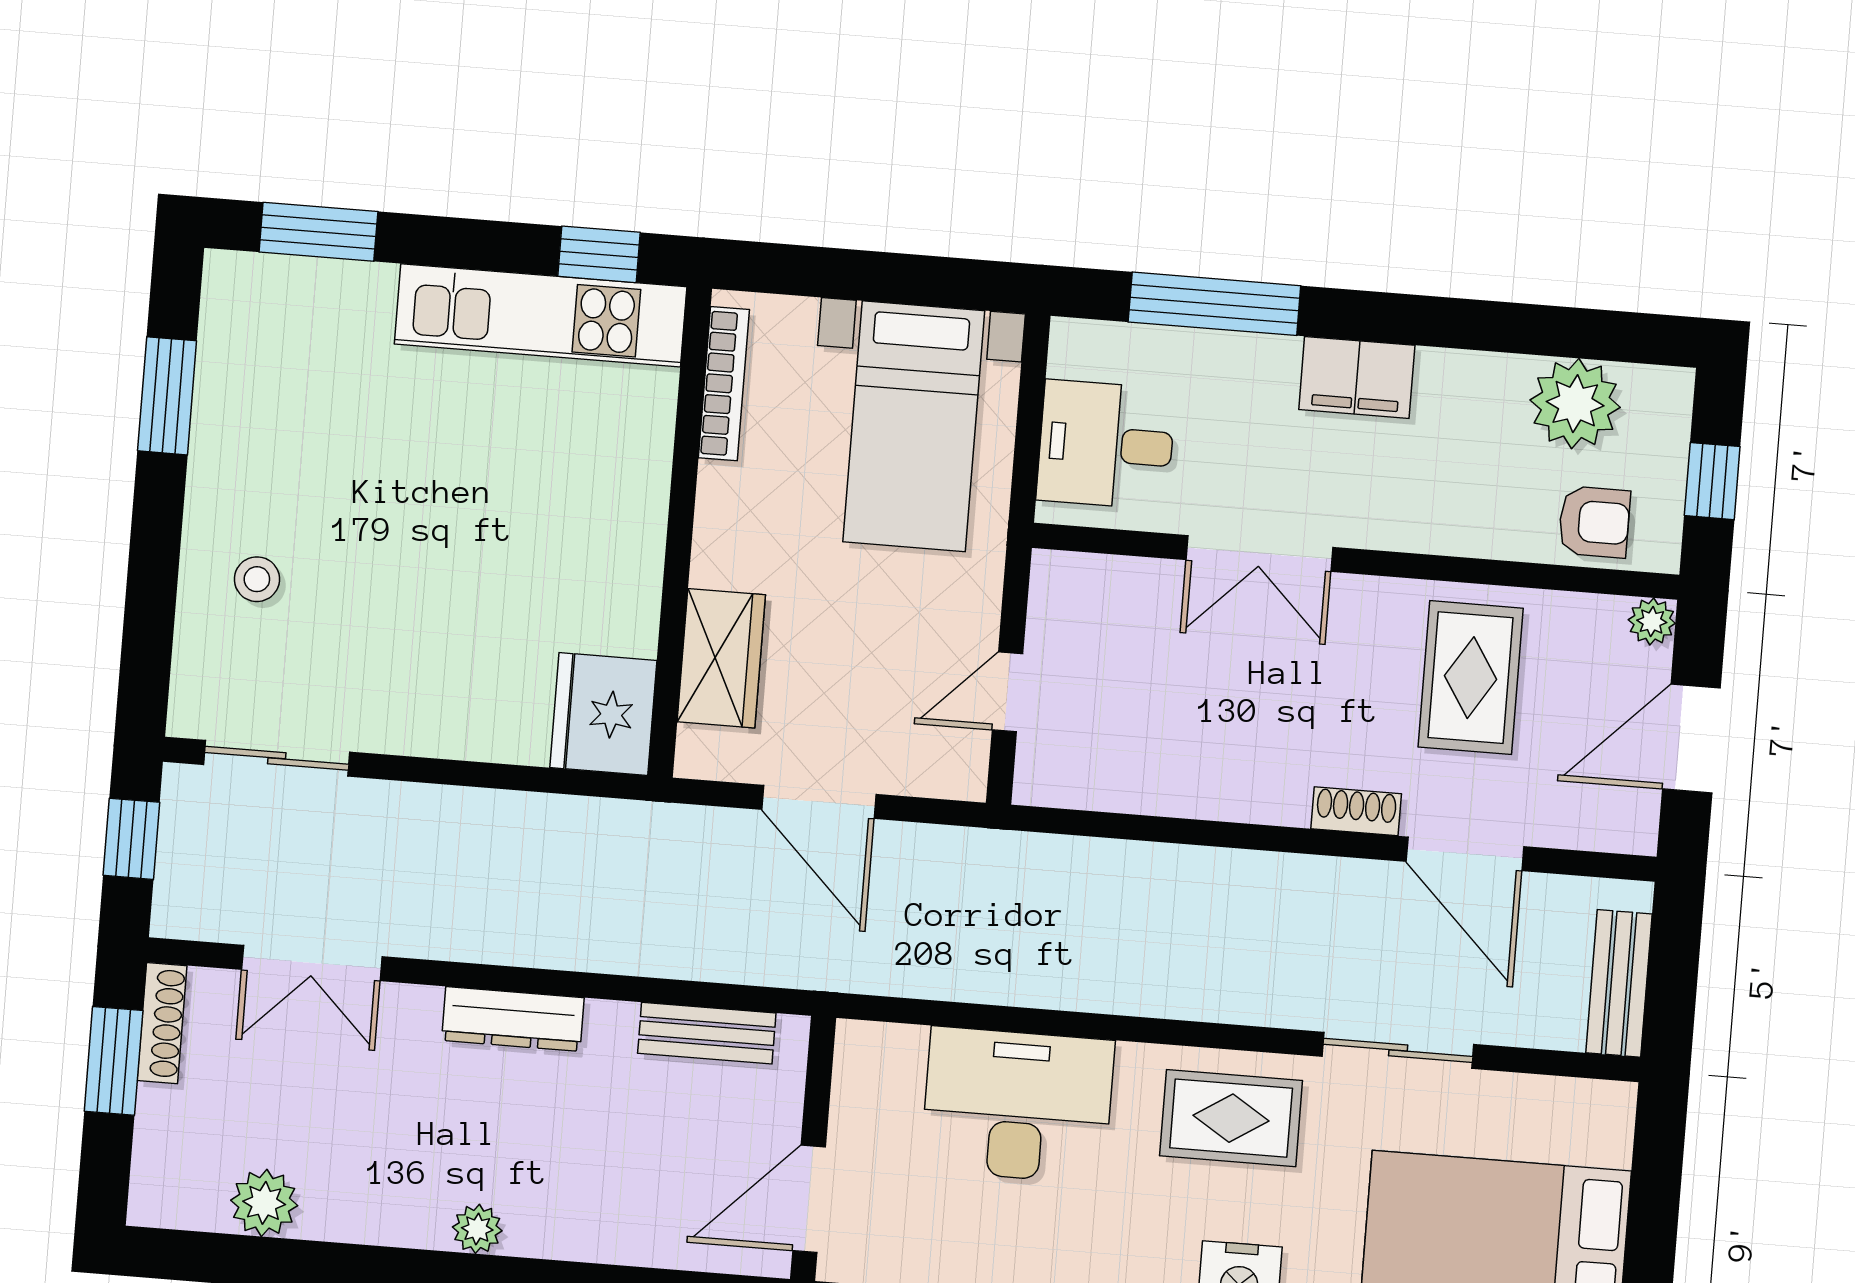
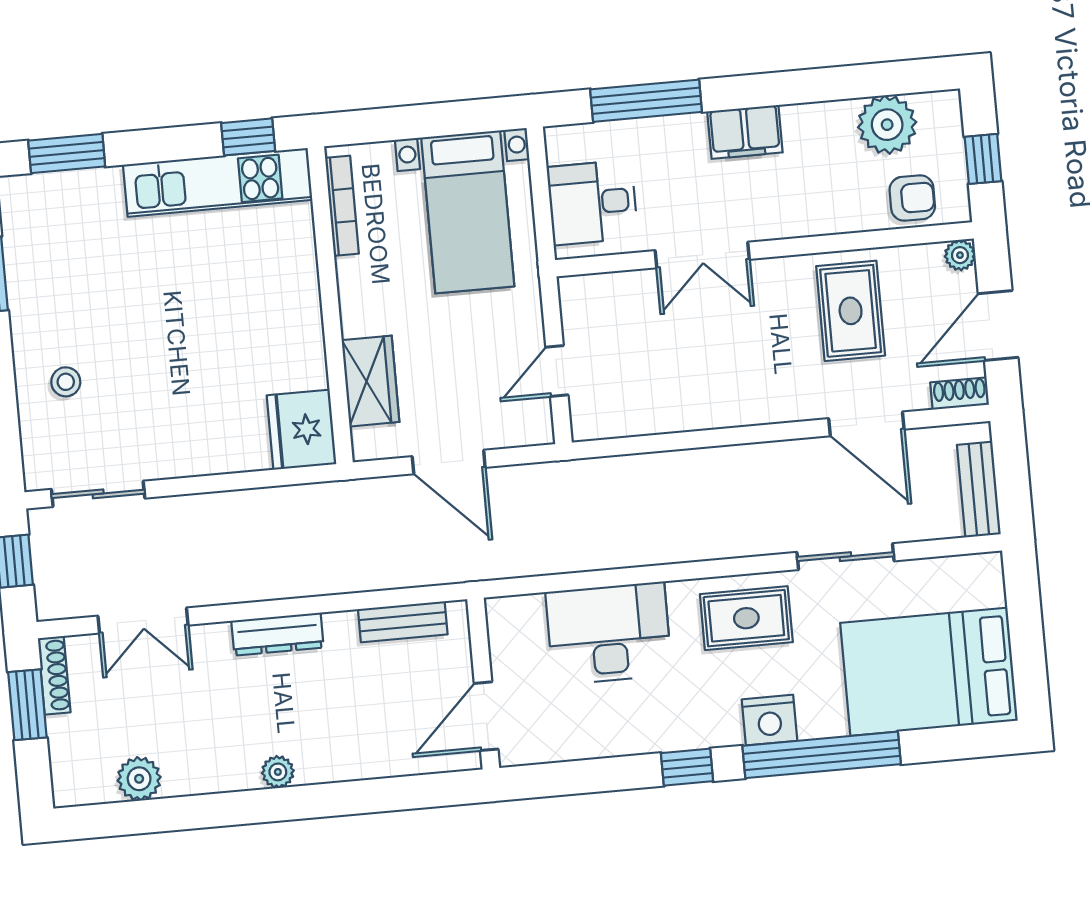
shoe rack: (1356, 811) -> (960, 393), moved

